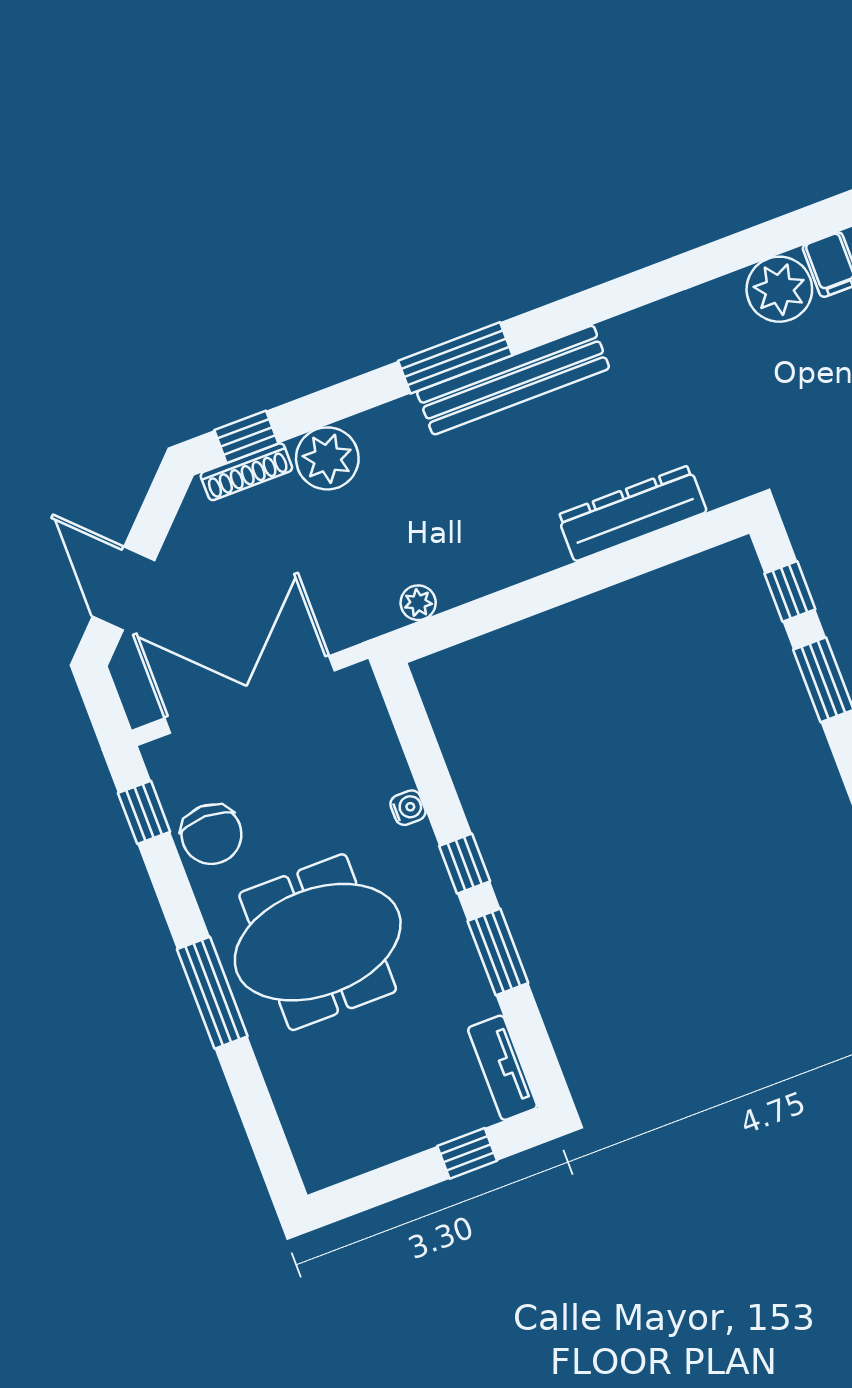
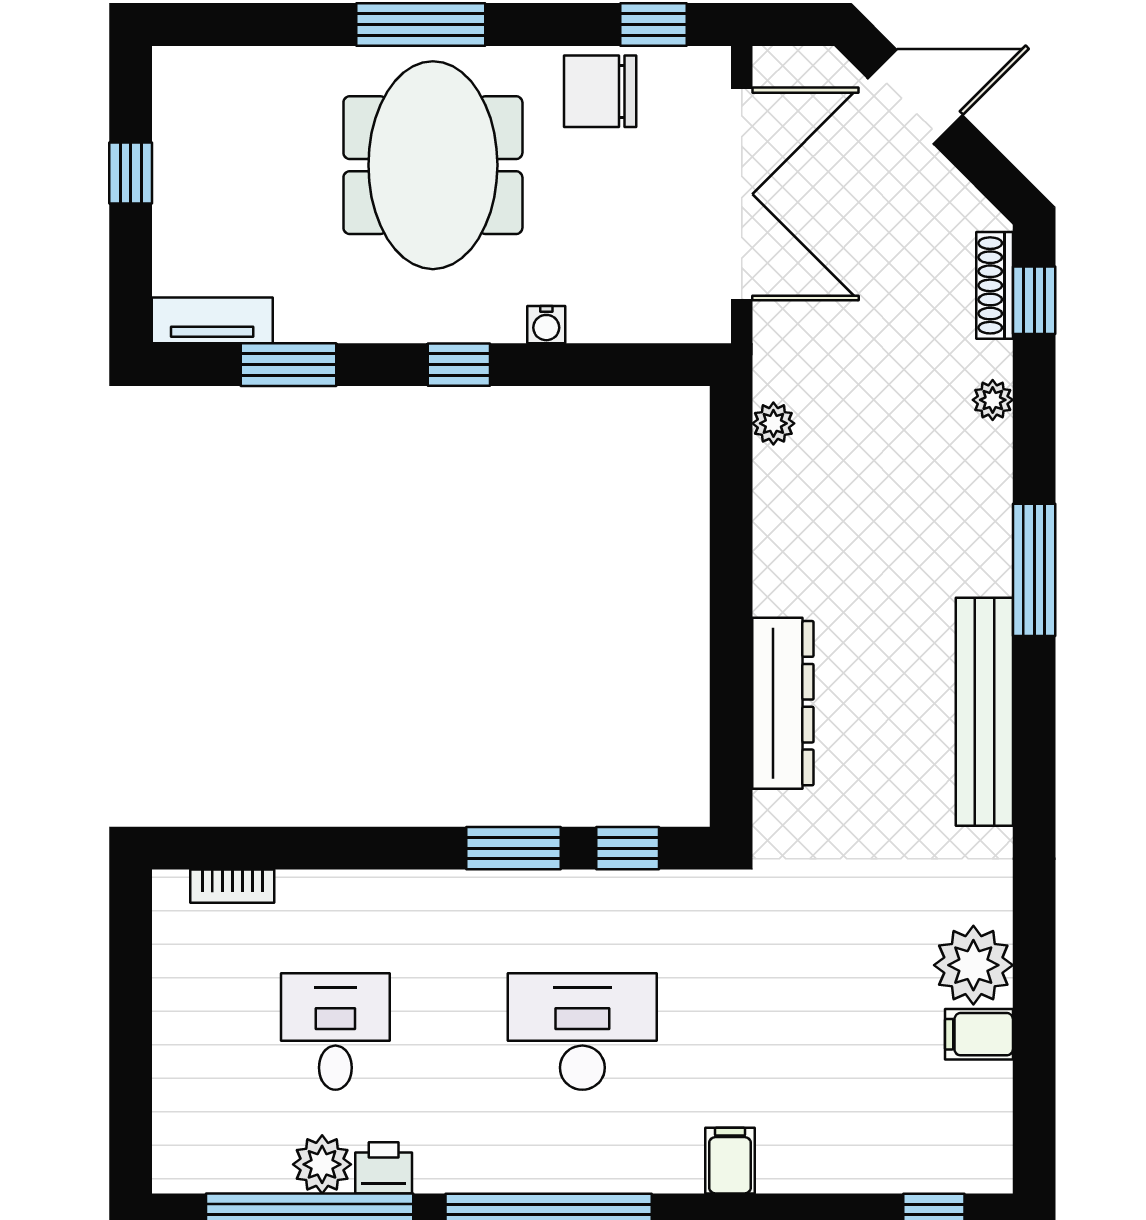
bench: (513, 380) -> (984, 712), moved
plant: (327, 458) -> (993, 400), width x0.53, depth x0.53
window: (498, 952) -> (289, 365), moved
window: (467, 1153) -> (131, 173), moved

